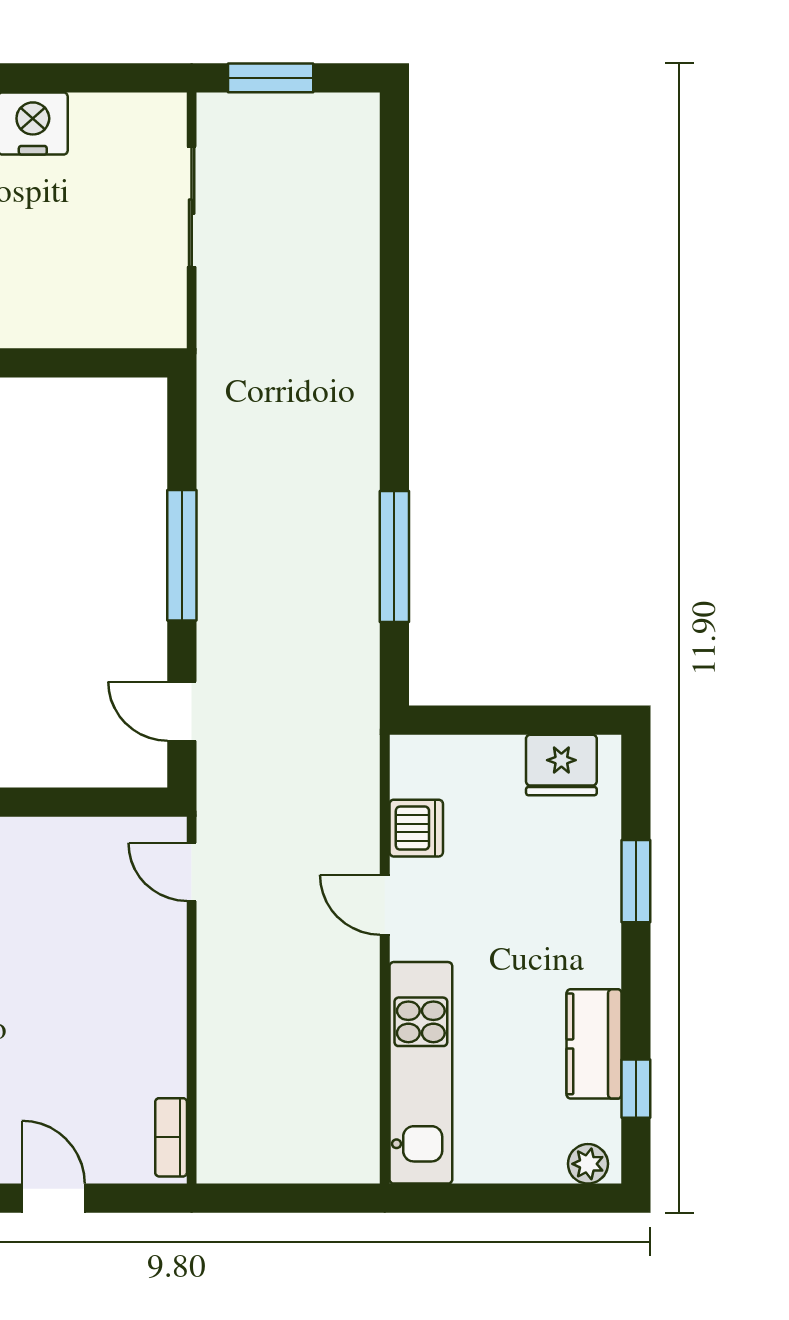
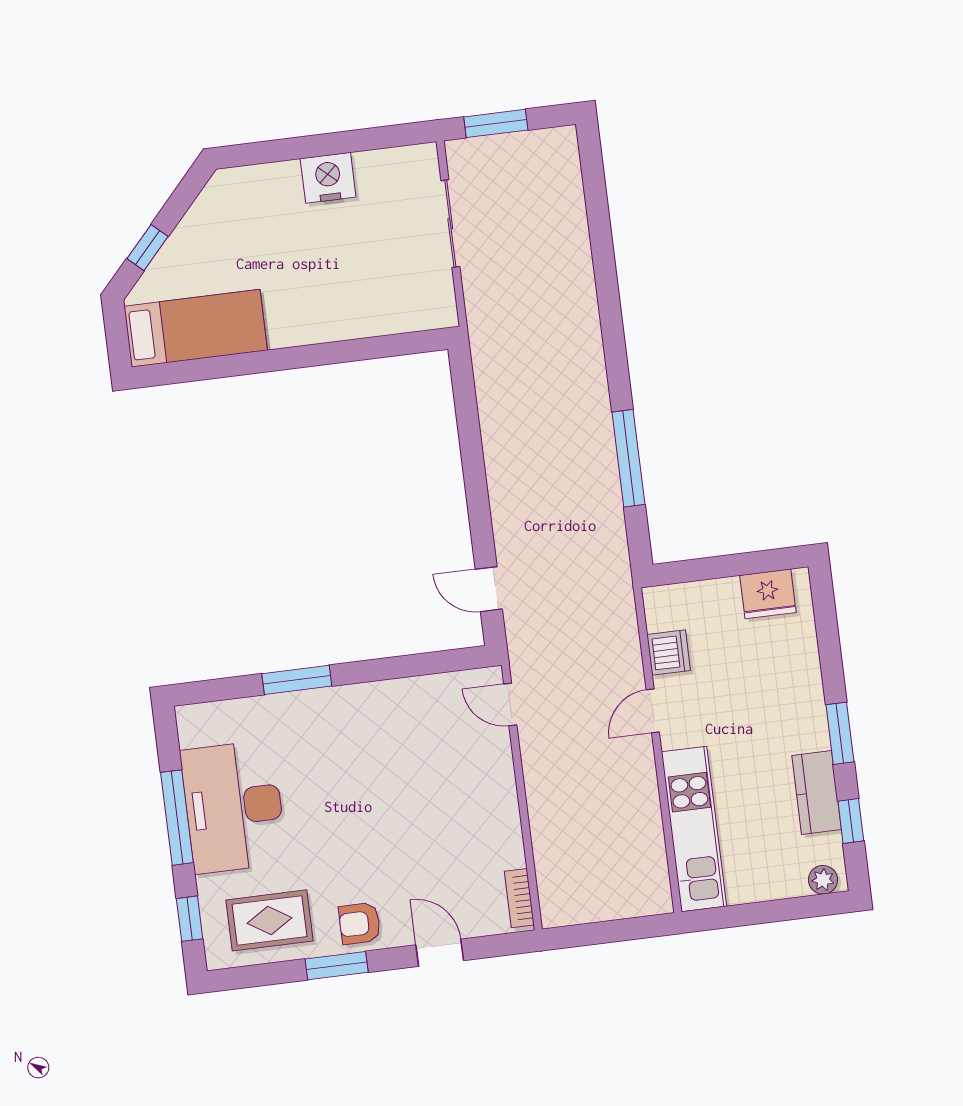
window: (182, 555) -> (475, 476), removed
window: (636, 881) -> (840, 733), moved
door: (385, 905) -> (653, 711), hinge flipped

